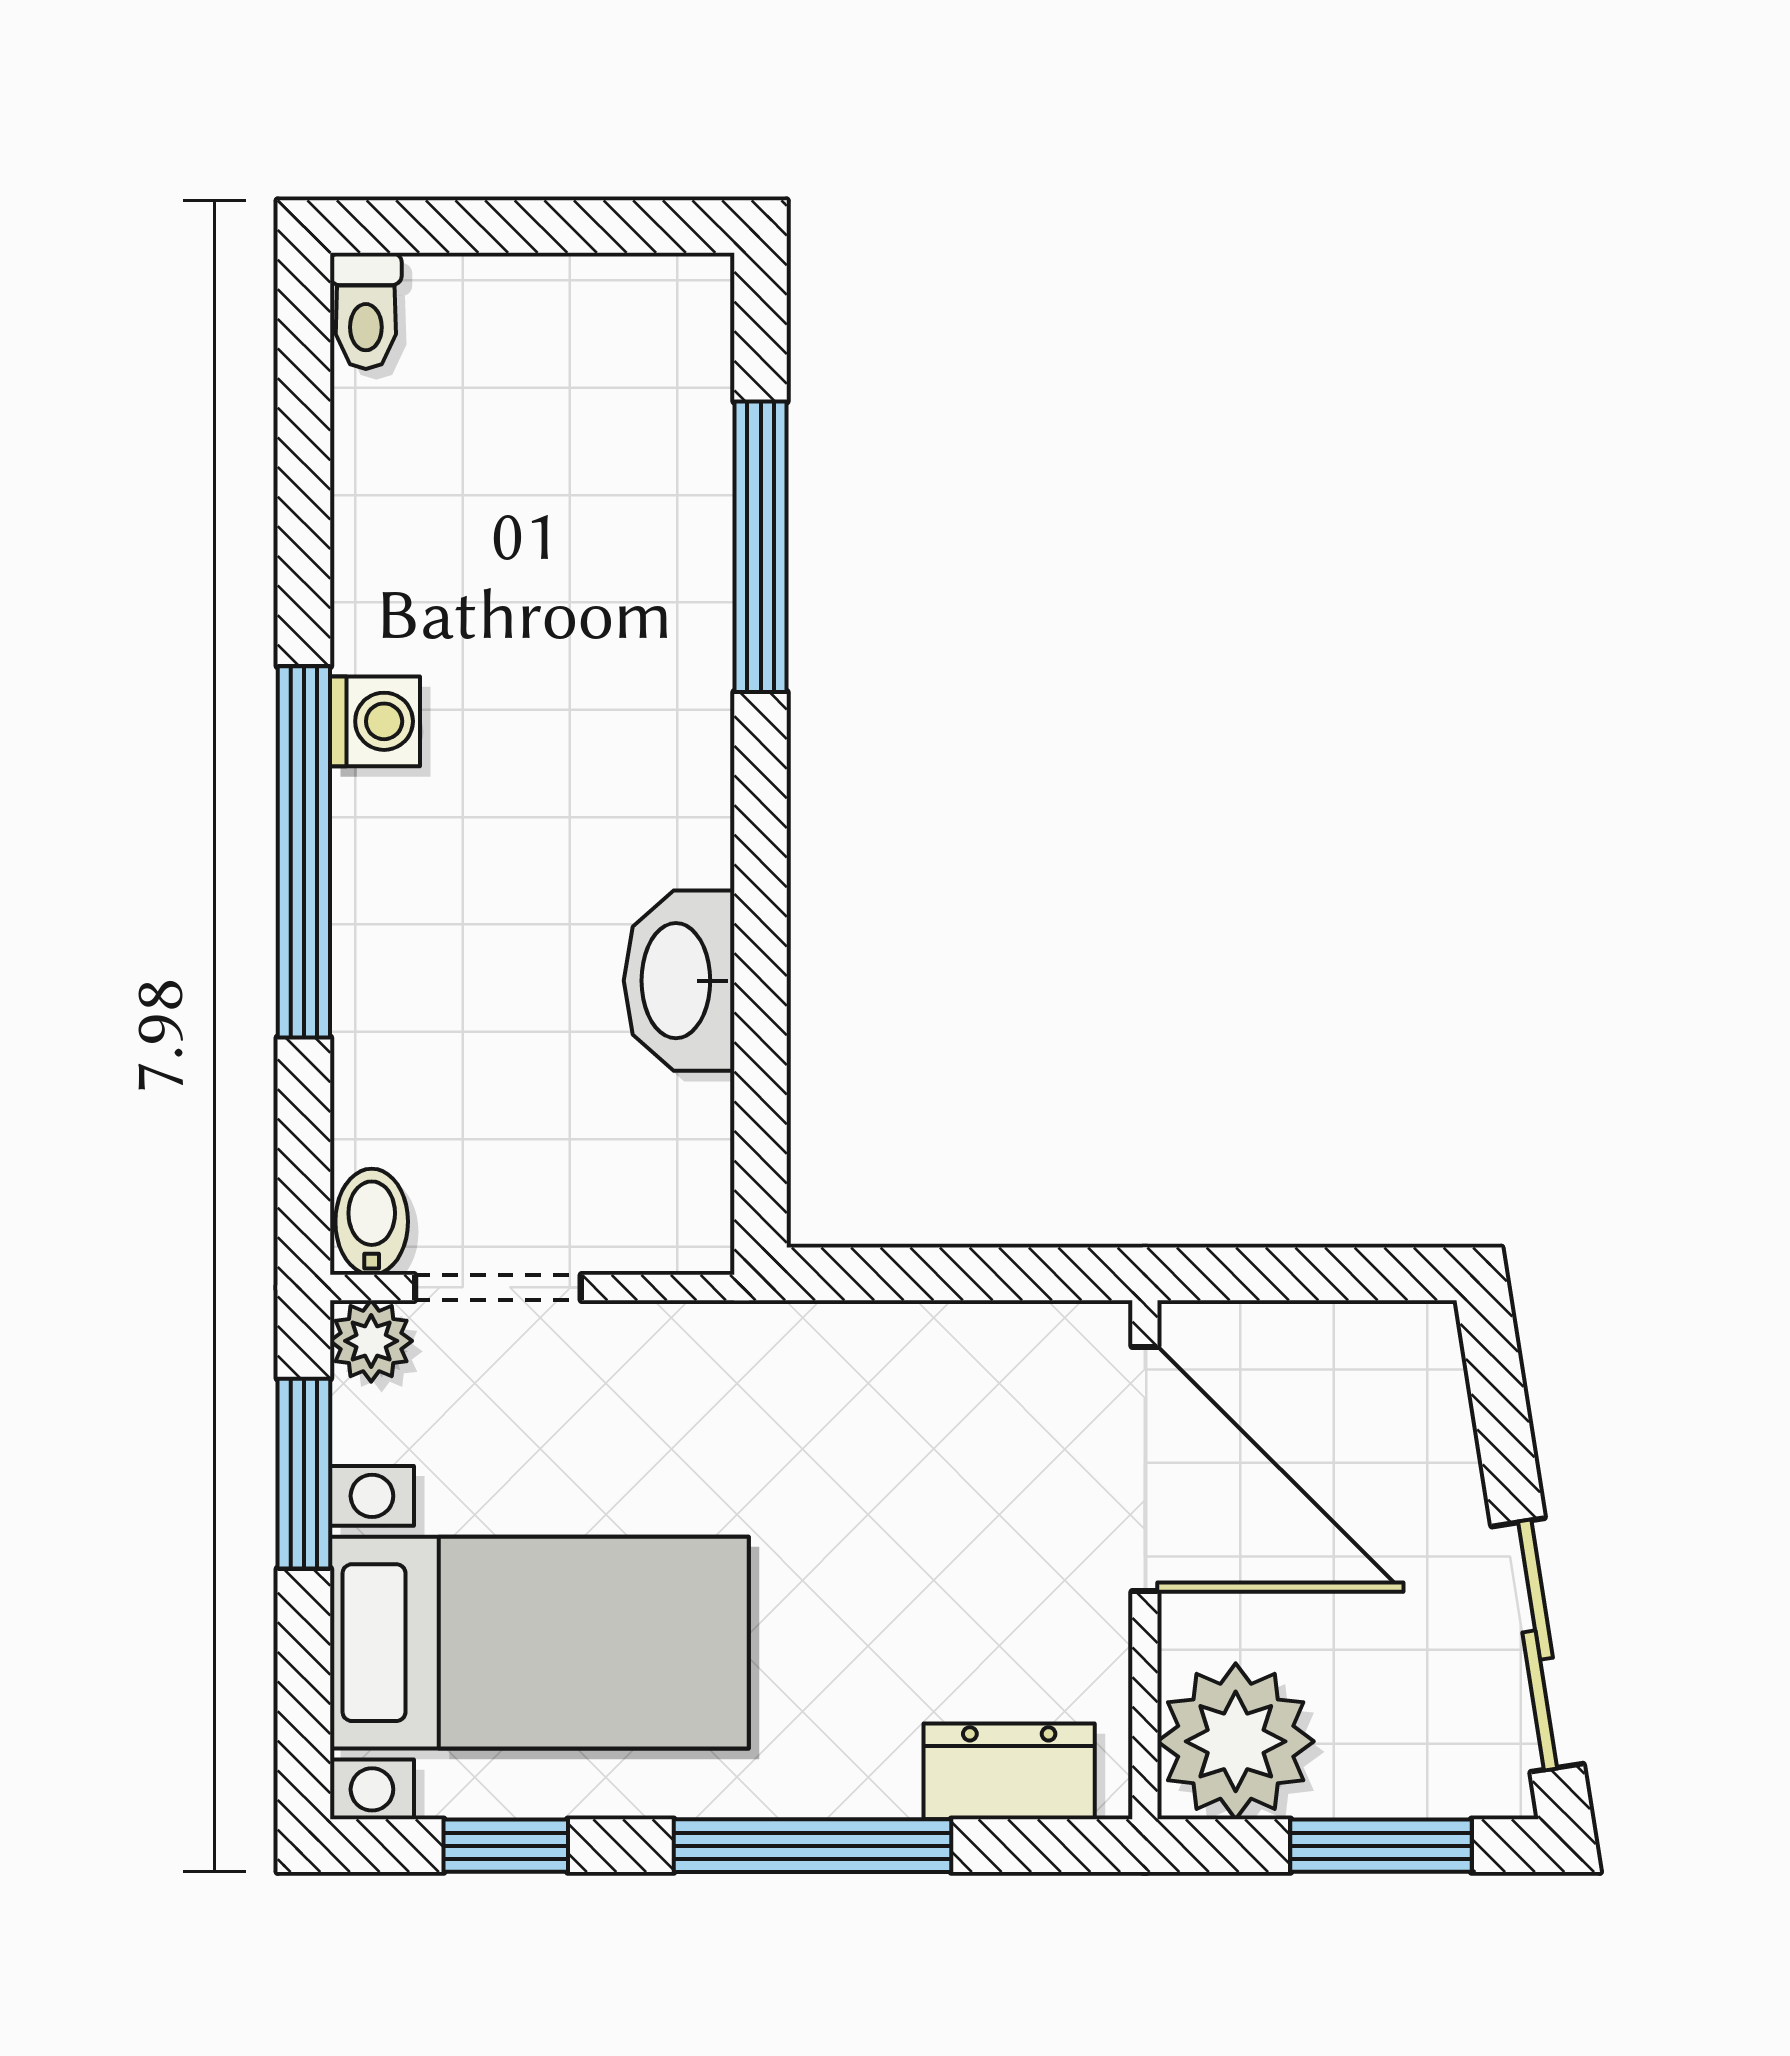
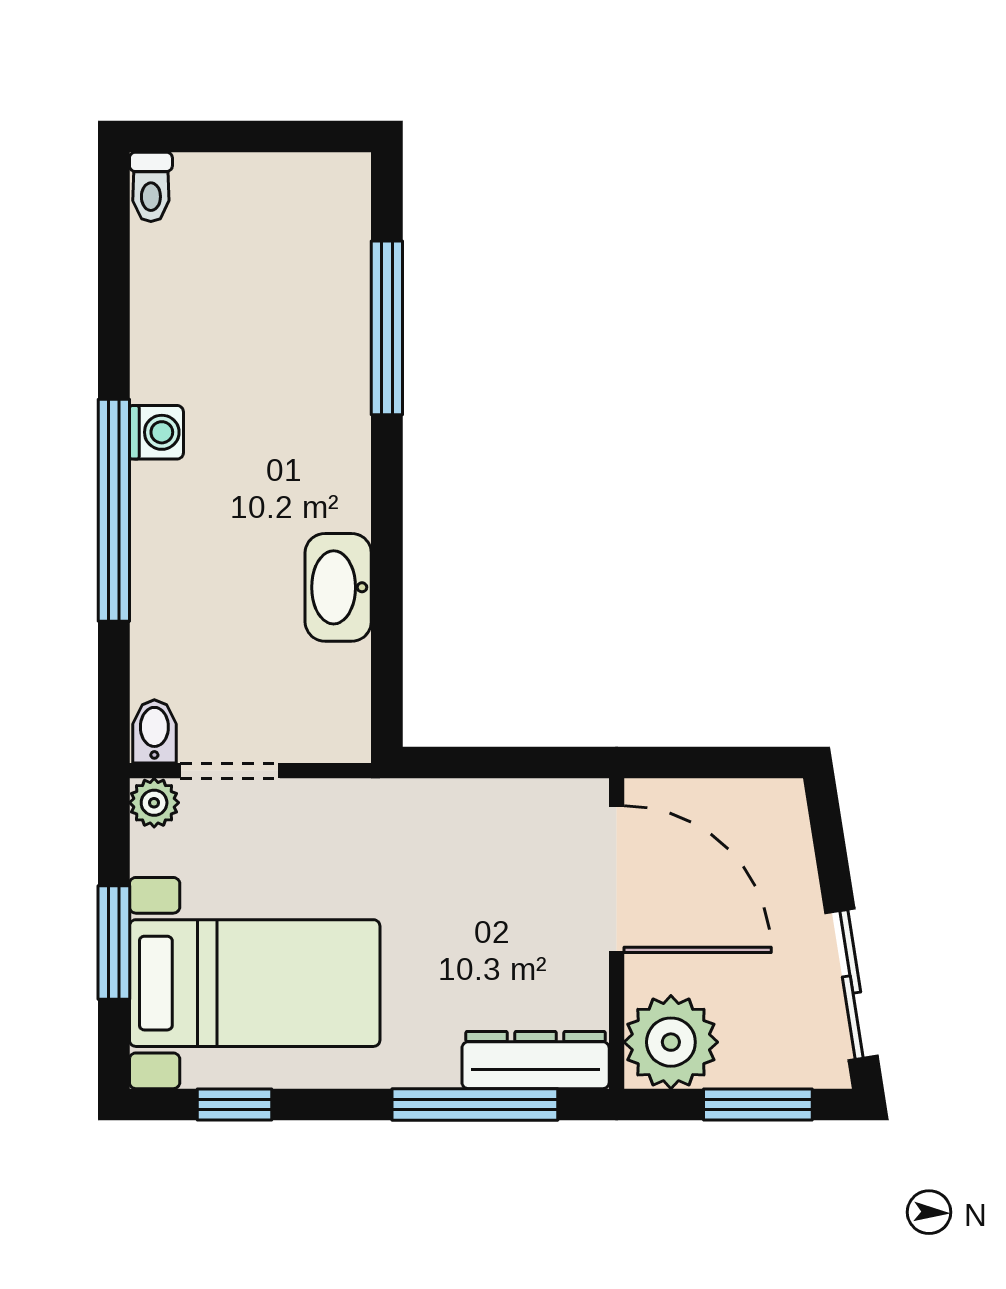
window: (304, 1474) -> (114, 942), moved
dresser: (1009, 1771) -> (536, 1060), width x1.44
window: (812, 1846) -> (475, 1104), moved

